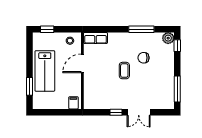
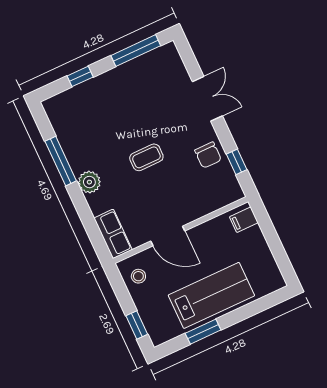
plant: (168, 38) -> (89, 182), moved
window: (177, 46) -> (80, 76), moved
chair: (144, 58) -> (208, 155), moved
window: (29, 86) -> (203, 332), moved
window: (116, 112) -> (237, 162), moved

